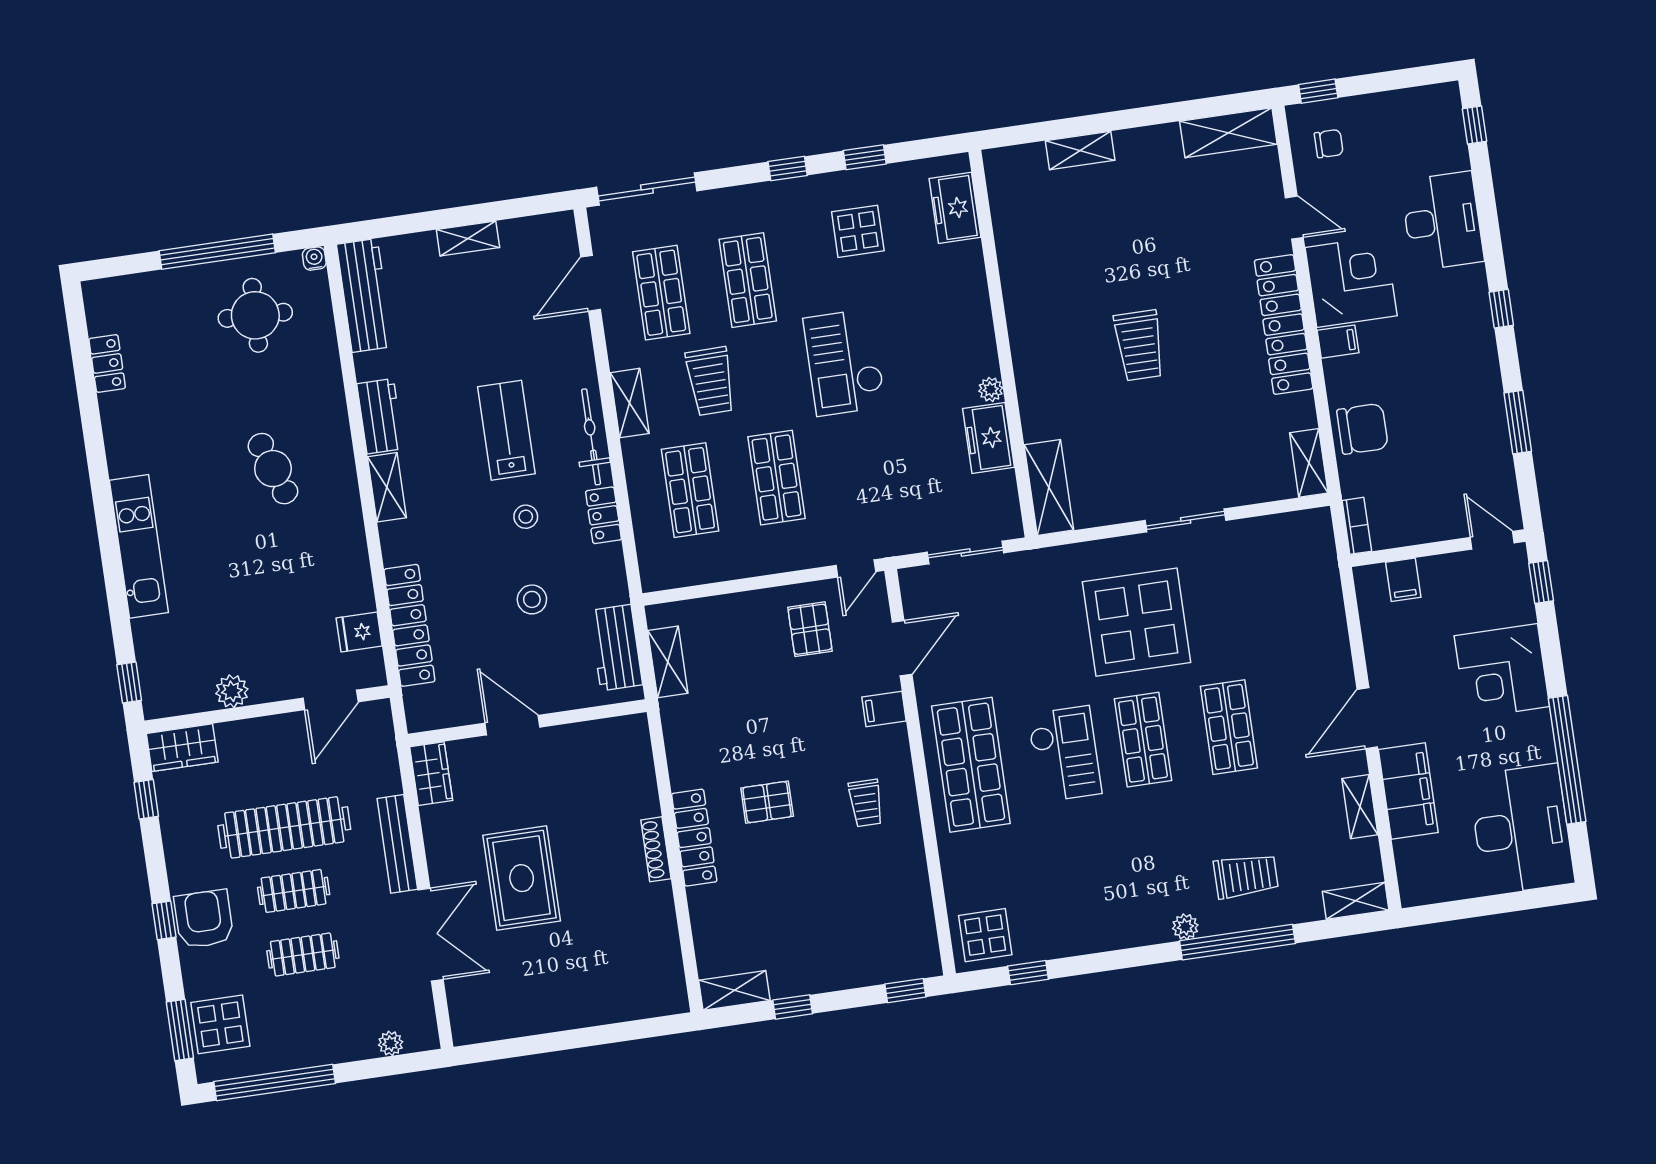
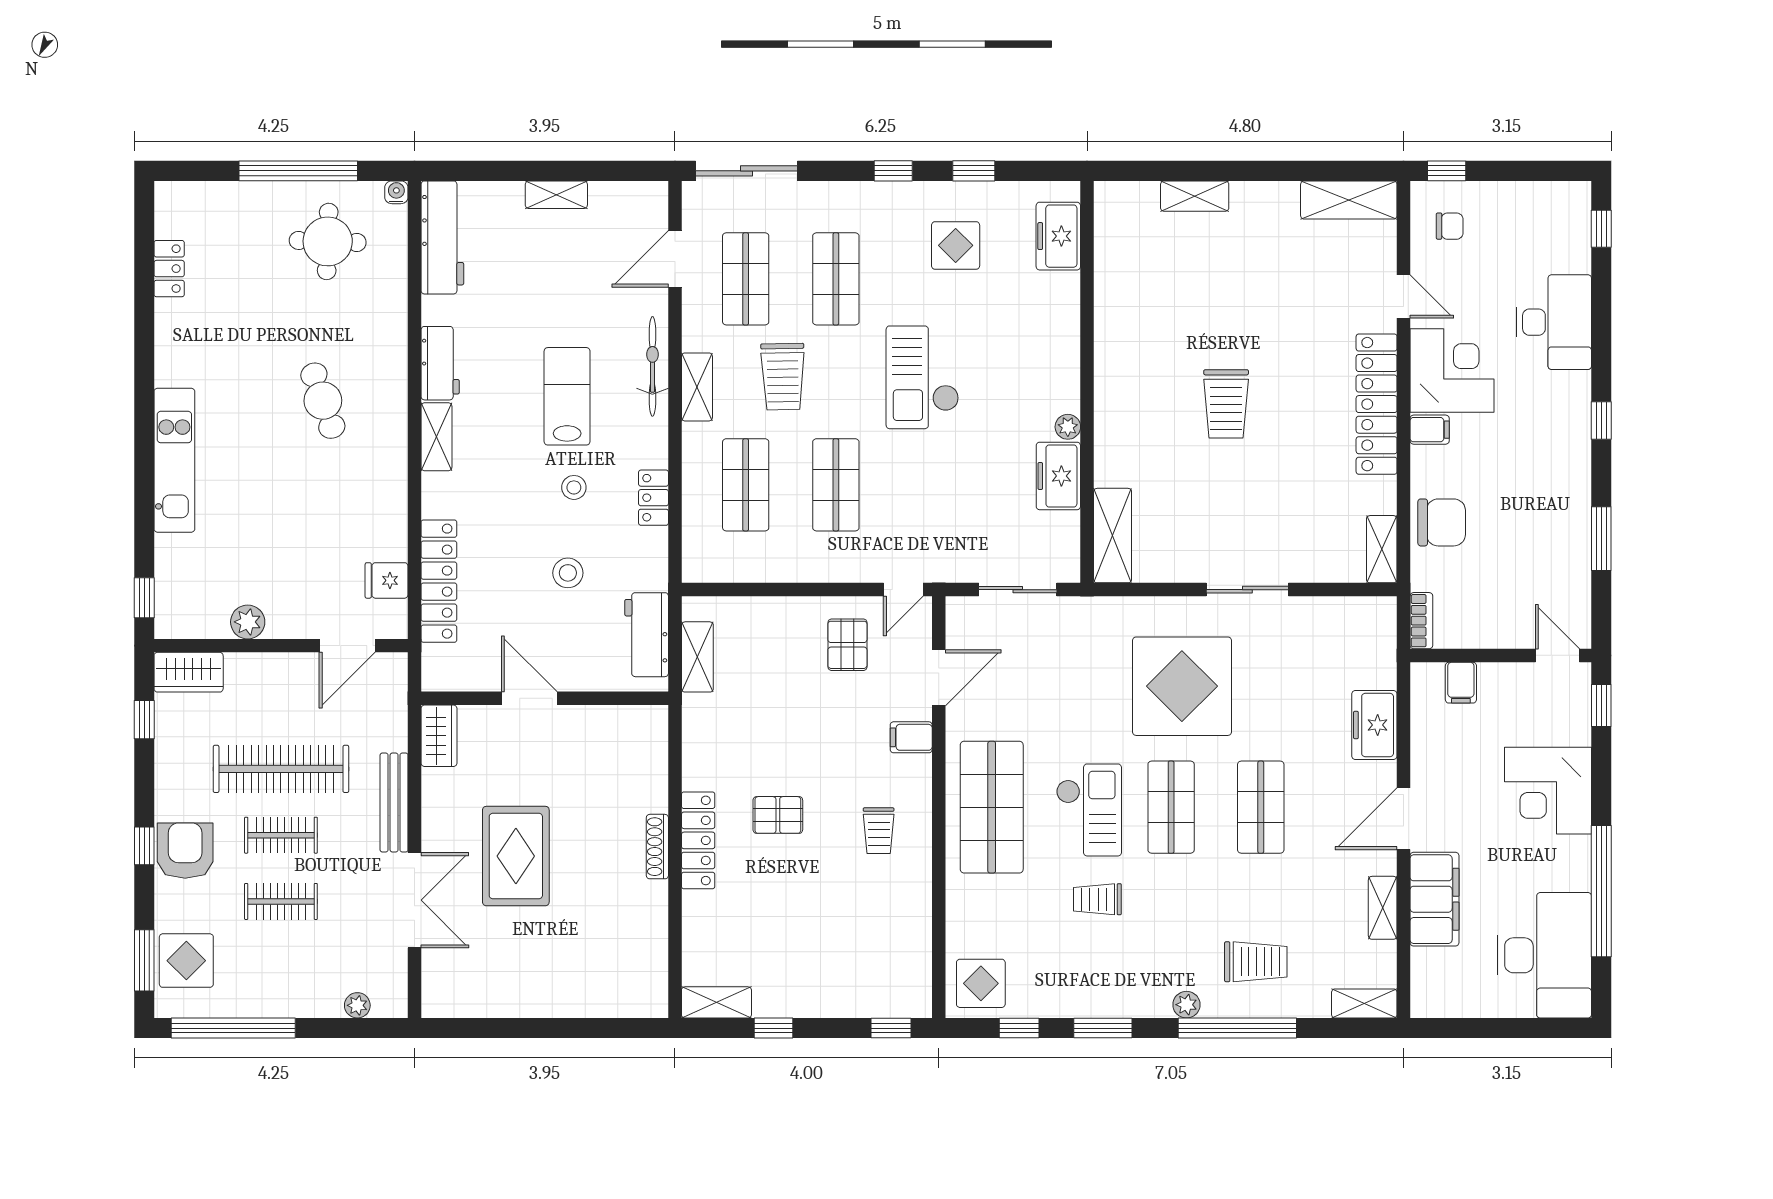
bicycle: (591, 437) -> (652, 366), moved
freezer: (1326, 632) -> (1374, 725), added
trolley: (1085, 838) -> (1097, 899), added
window: (1108, 961) -> (1103, 1028), added

